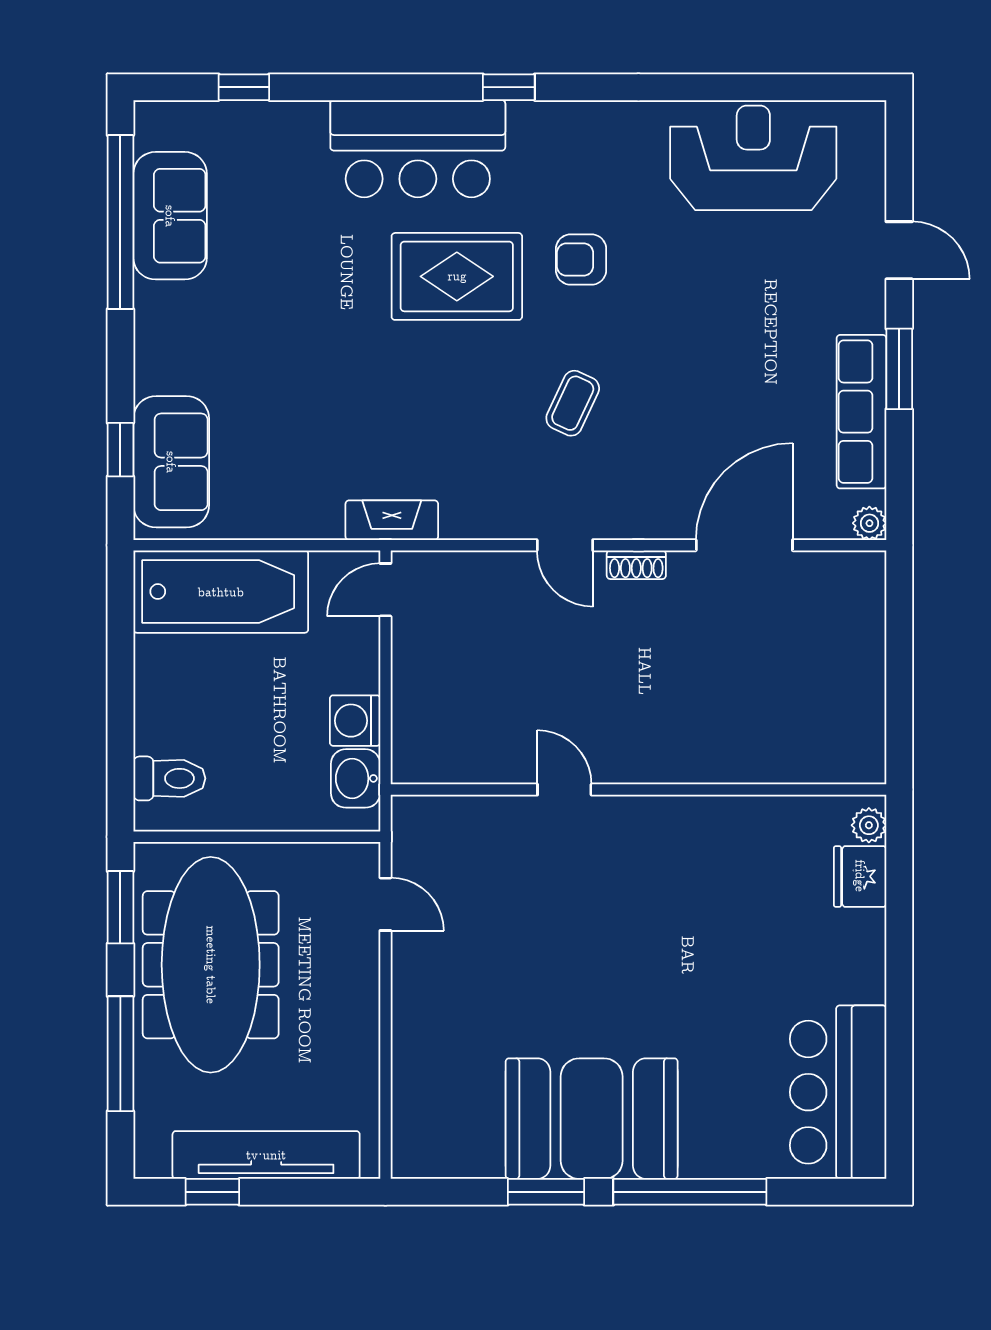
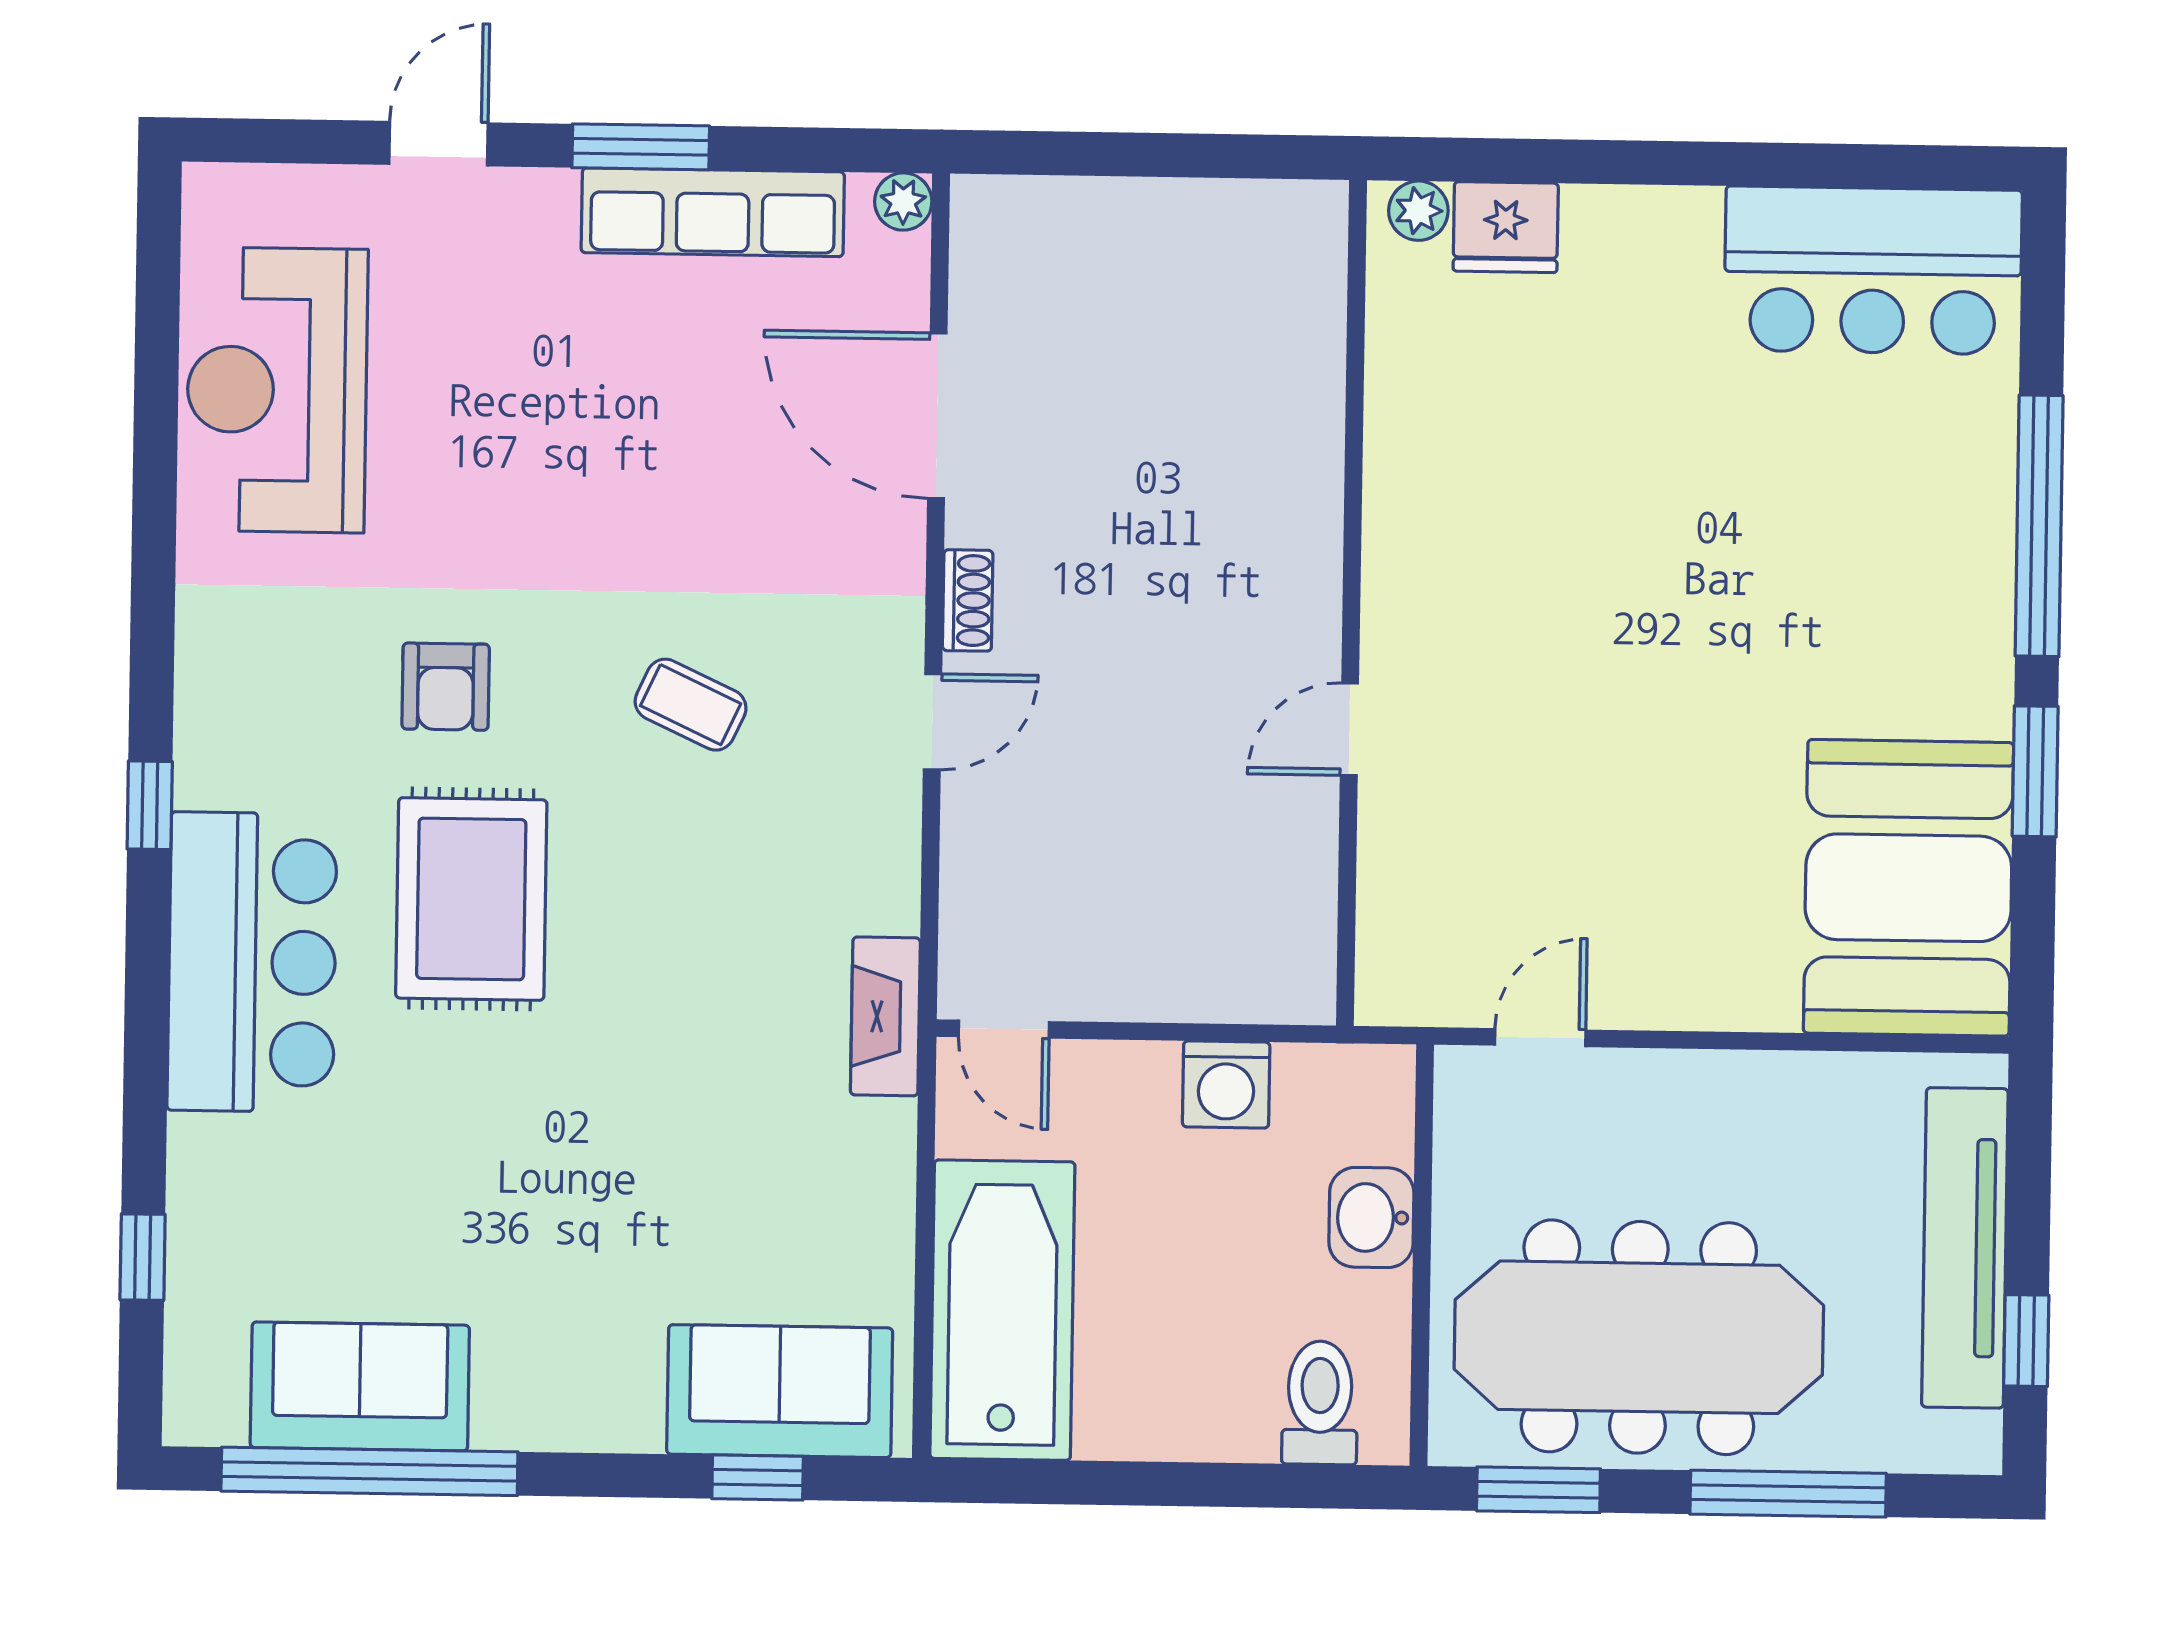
washbasin: (356, 778) -> (1371, 1218), moved, turned 90
booth: (592, 1119) -> (1908, 888), moved

